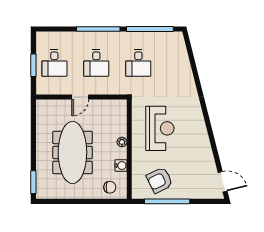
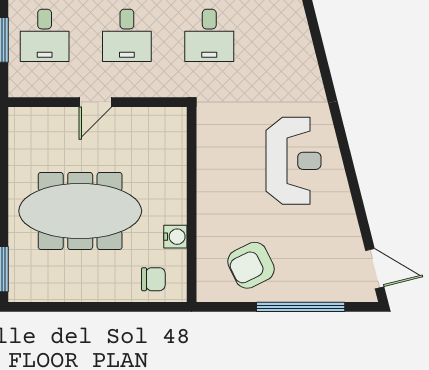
reception desk: (160, 128) -> (293, 161), moved
plant: (122, 142) -> (177, 190), removed
meeting table: (72, 152) -> (80, 211), turned 90
window: (167, 201) -> (301, 307), moved

